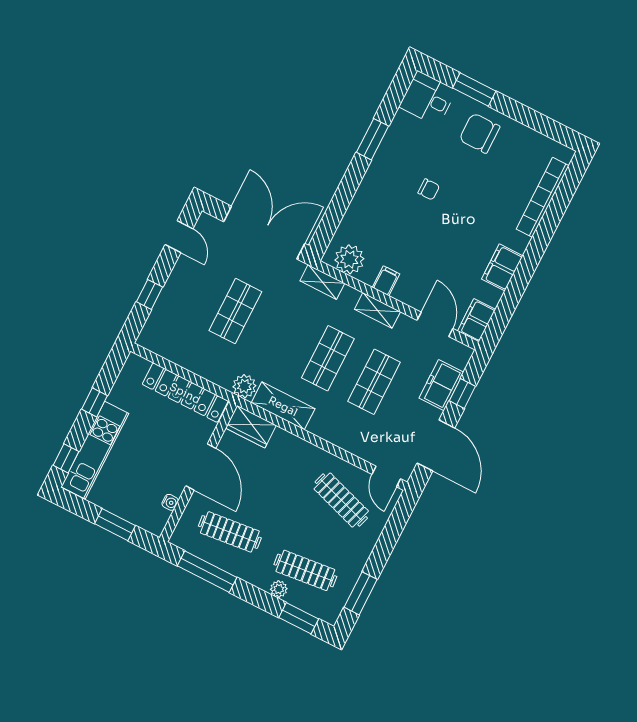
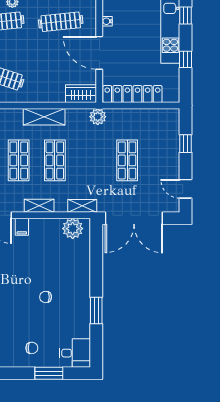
chair: (480, 133) -> (32, 348), width x0.54, depth x0.54
filing cabinet: (386, 281) -> (22, 227), moved
shelving: (283, 406) -> (44, 117), moved

